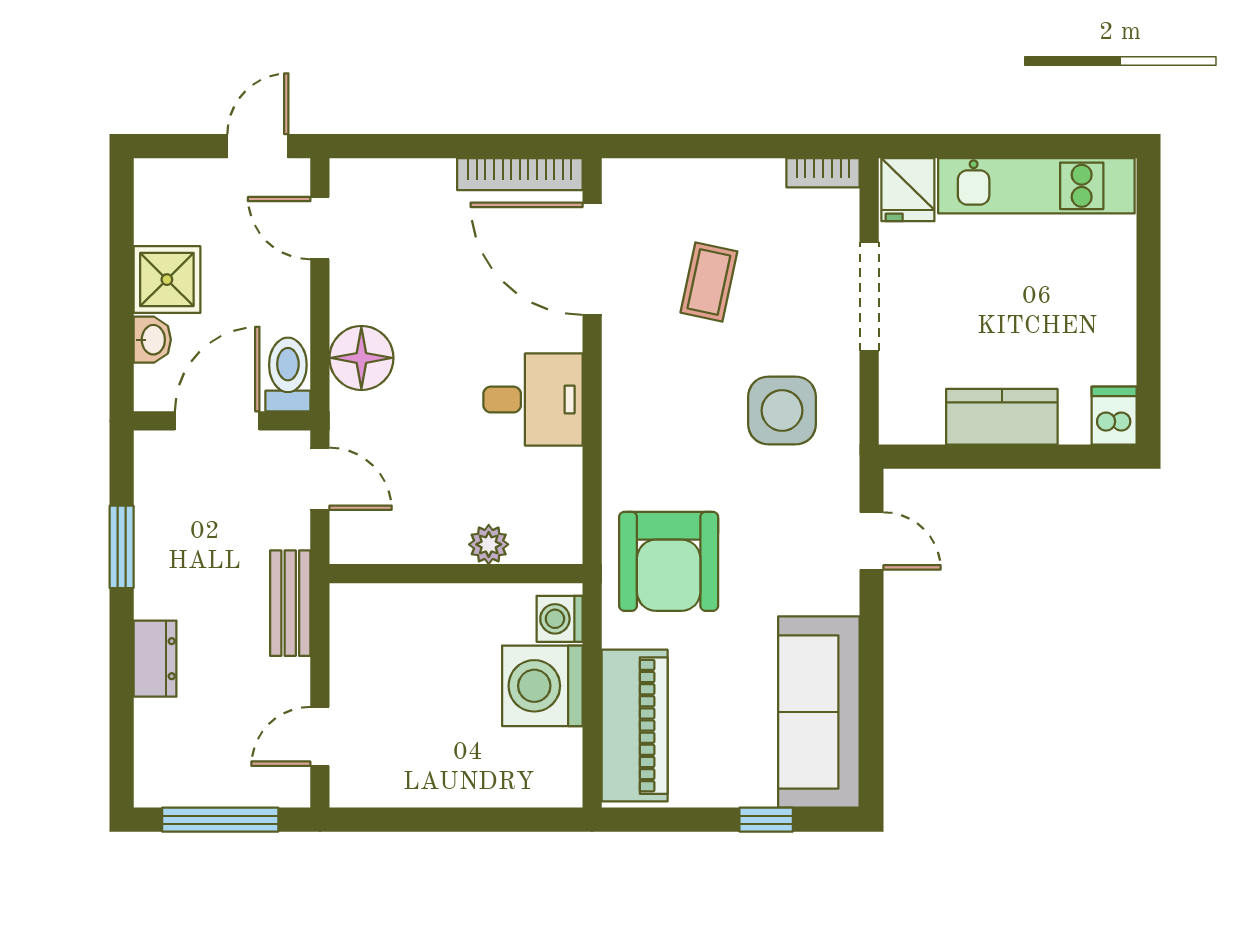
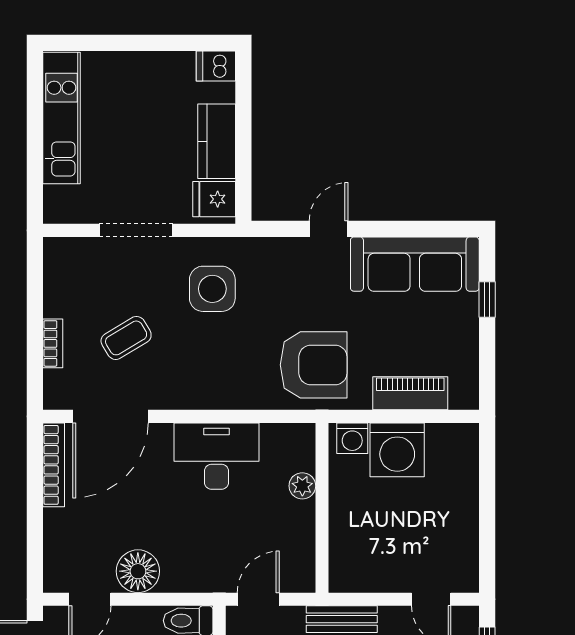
bookcase: (823, 173) -> (53, 343), moved
fridge: (908, 190) -> (214, 199), moved, turned 180
coffee table: (709, 282) -> (126, 338), turned -43
floor lamp: (361, 358) -> (138, 571), moved
desk: (533, 400) -> (216, 456), width x1.37
door: (872, 541) -> (329, 229), moved
piano: (635, 726) -> (410, 393), width x0.73, depth x0.75

